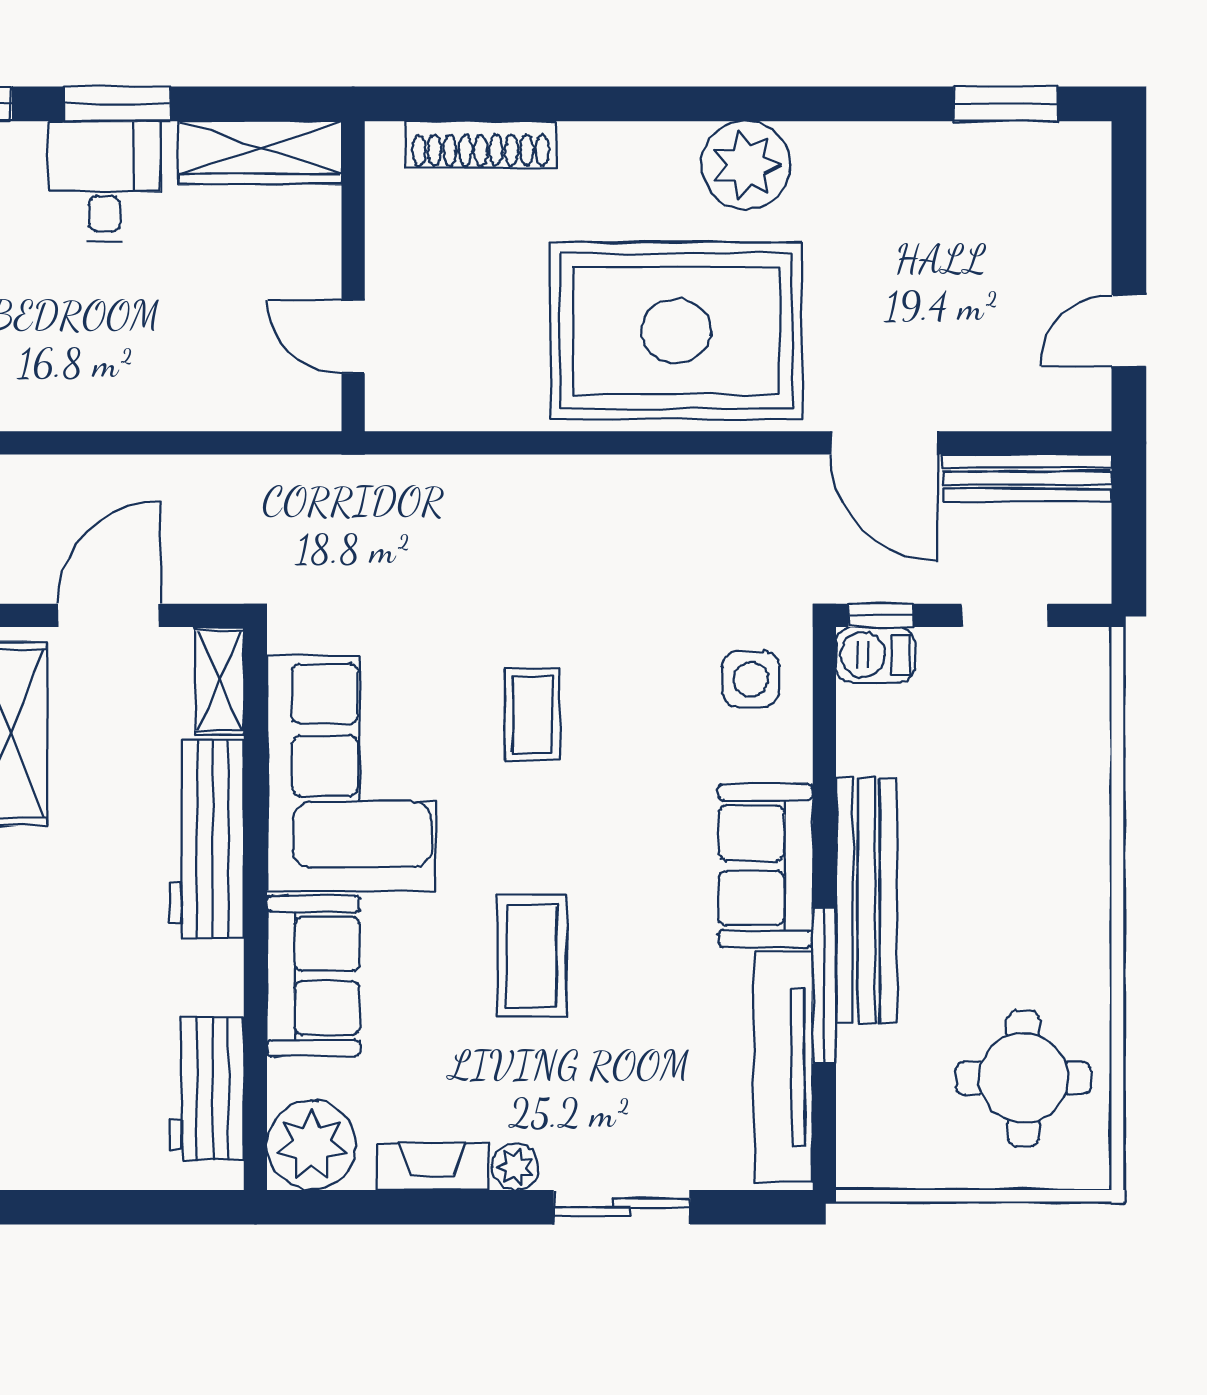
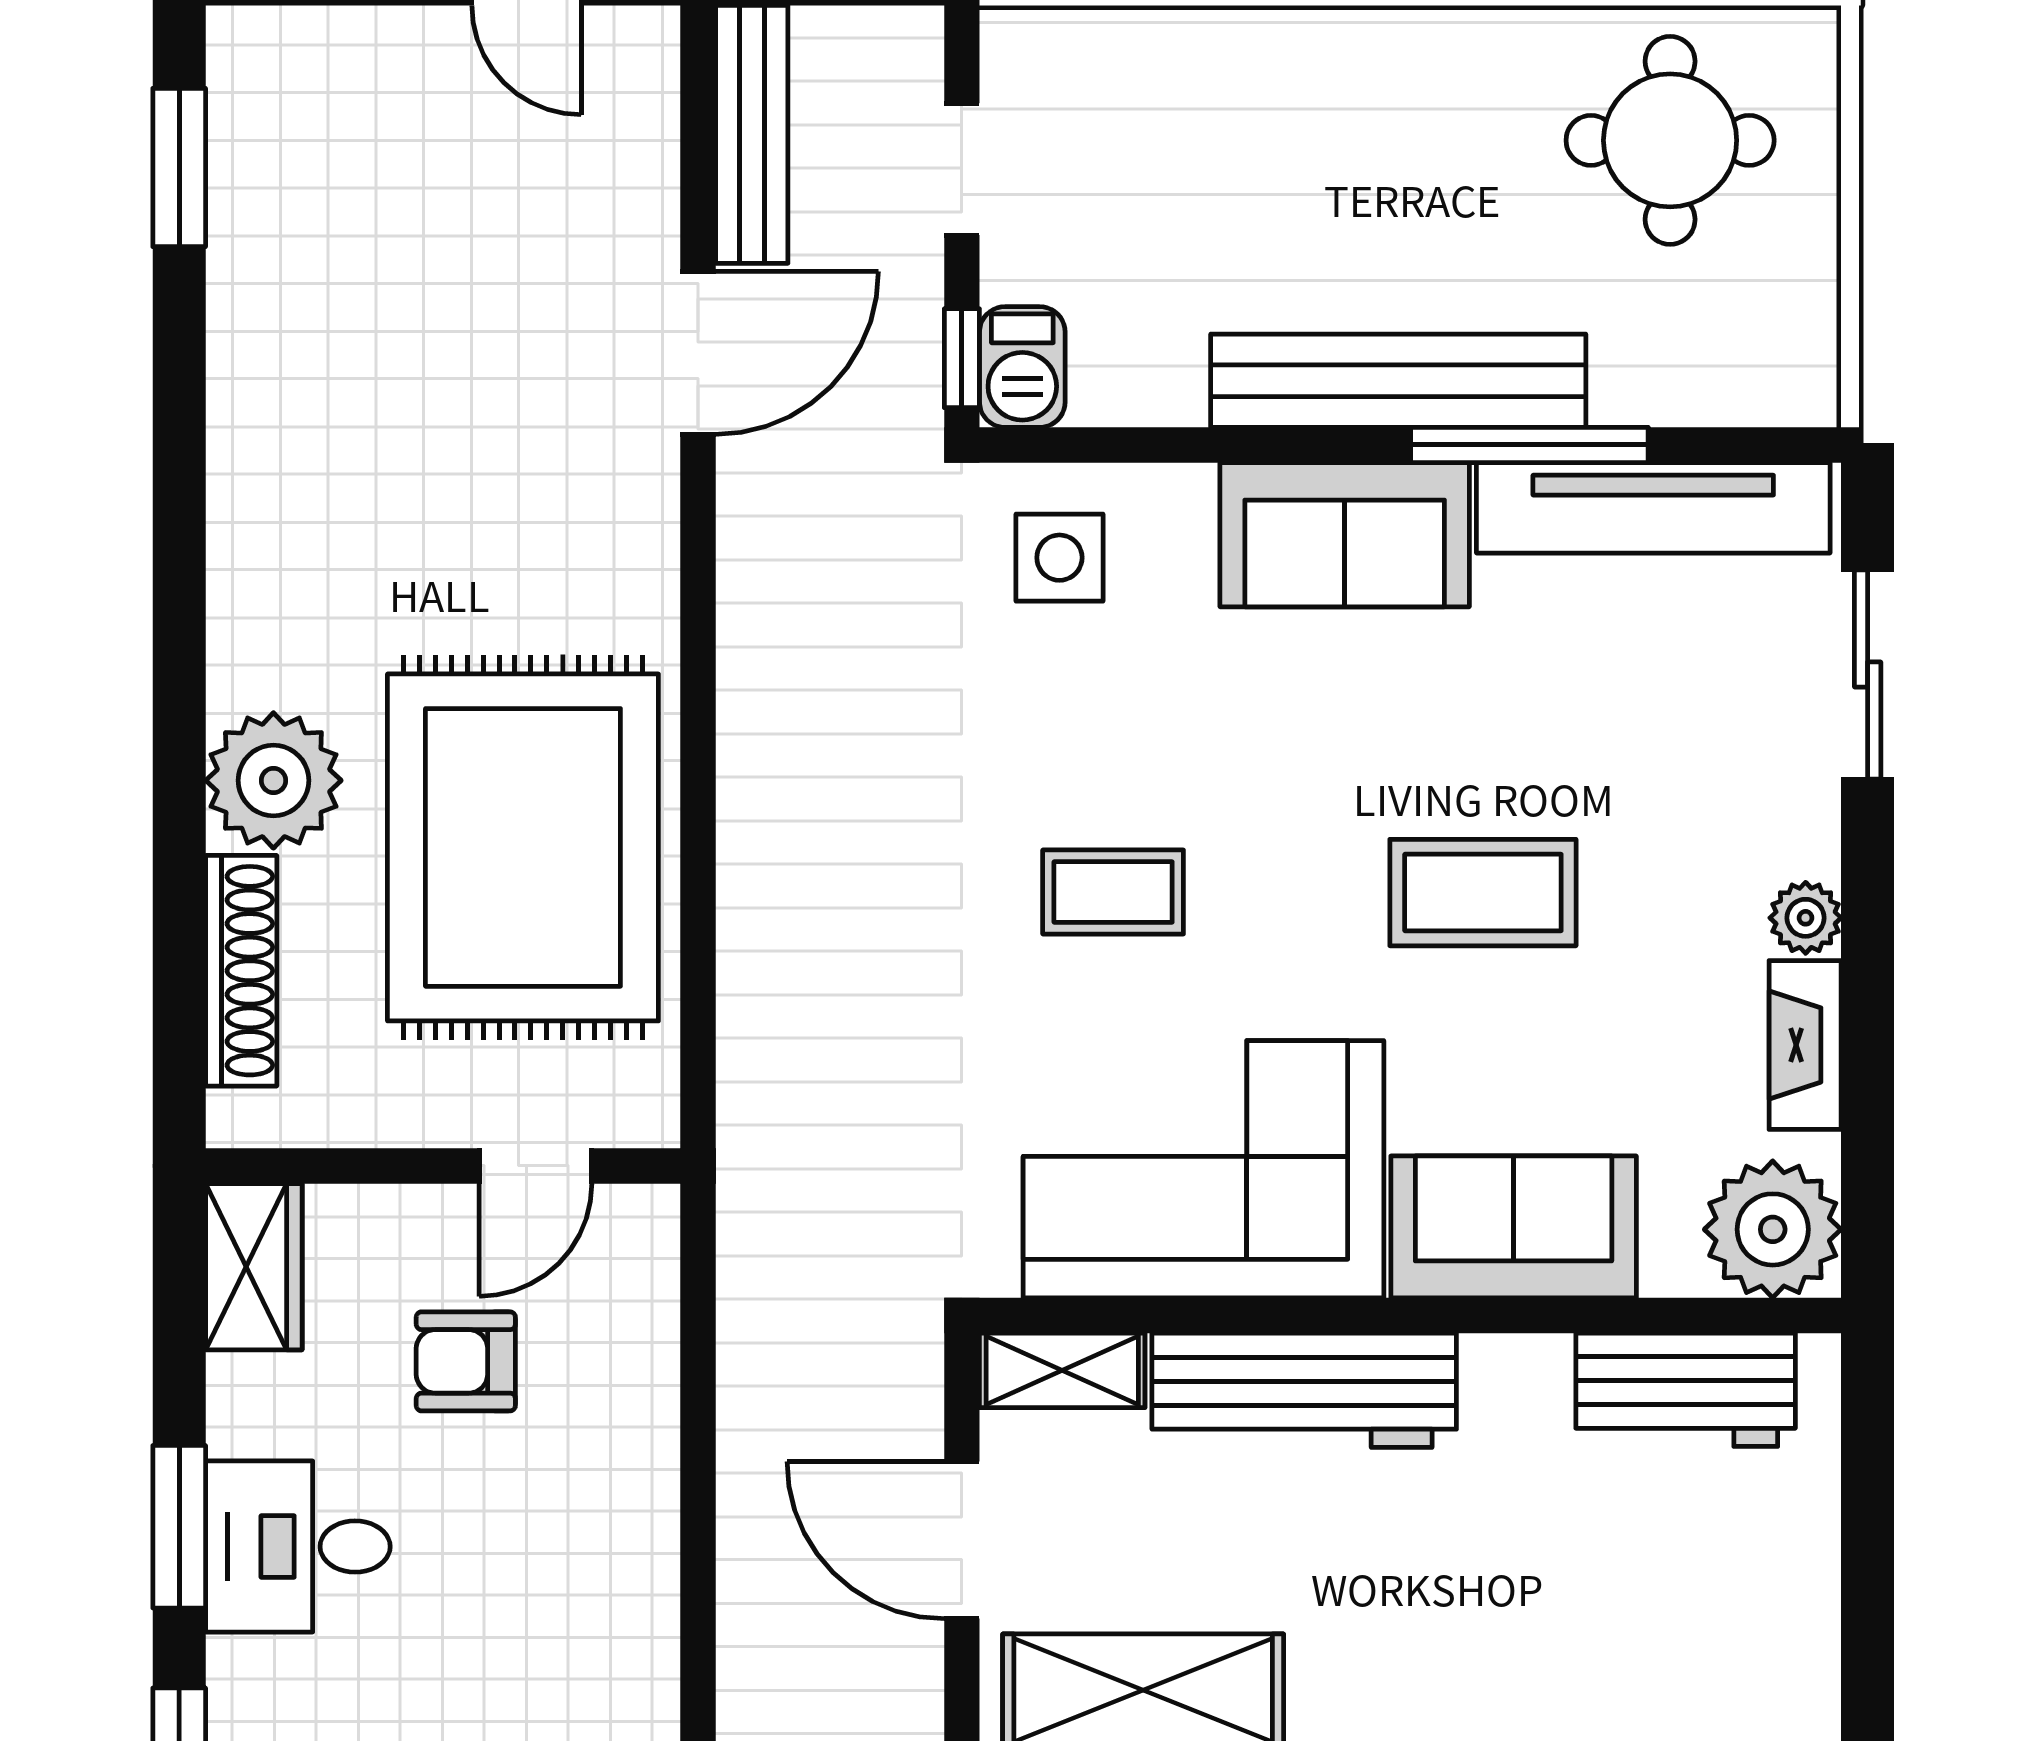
wardrobe: (260, 153) -> (254, 1267), width x0.67
plant: (746, 165) -> (273, 780), moved
armchair: (225, 291) -> (466, 1361), added
rug: (676, 331) -> (523, 847), moved
sliding door: (622, 1207) -> (1868, 674), moved

